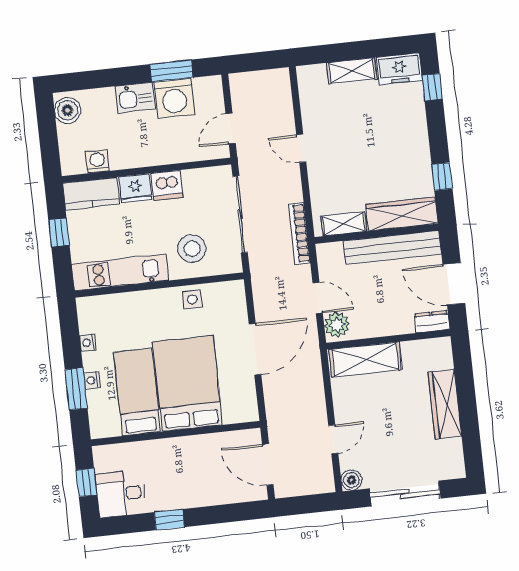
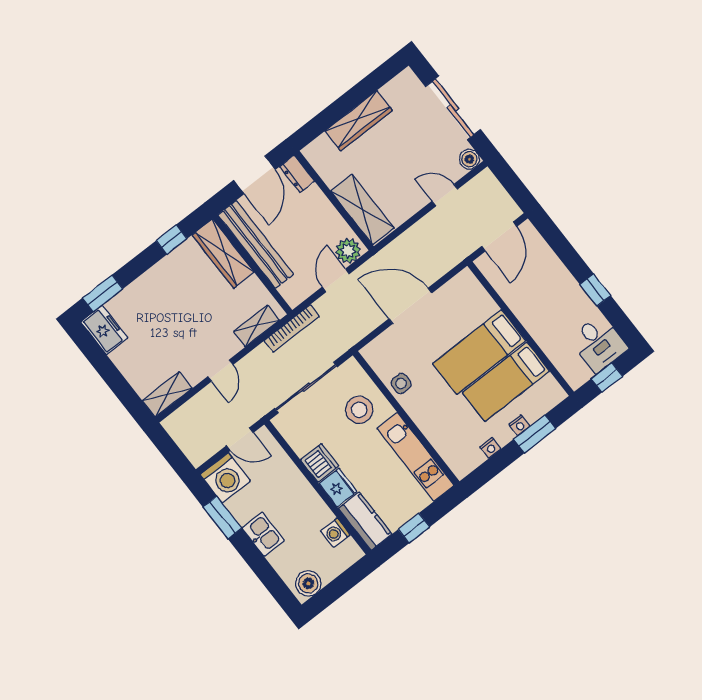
shelving: (352, 71) -> (167, 394), moved, turned 90
window: (432, 87) -> (103, 293), width x1.50
washing machine: (174, 98) -> (225, 478), moved, turned 90
shelving: (344, 224) -> (256, 326), moved, turned 90
bed: (188, 383) -> (479, 352), width x0.67

